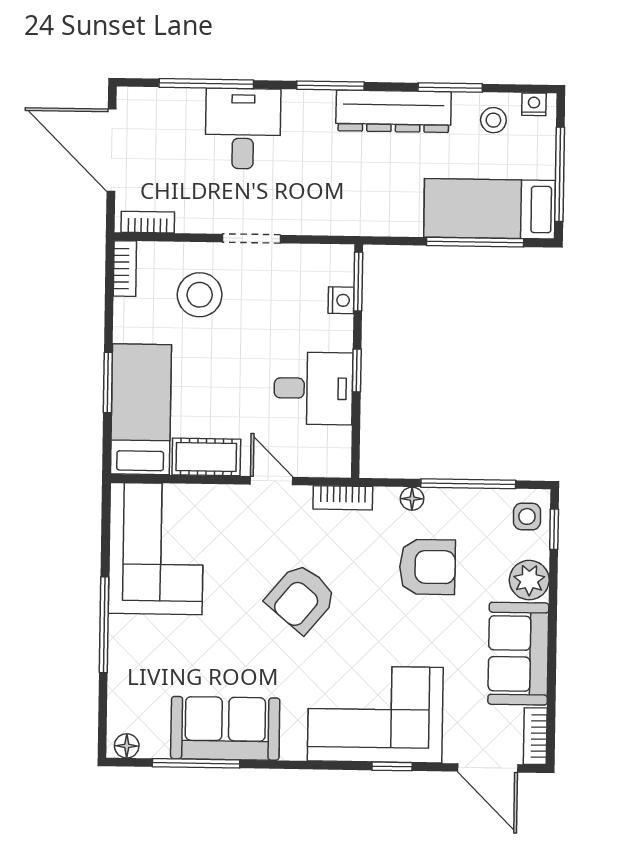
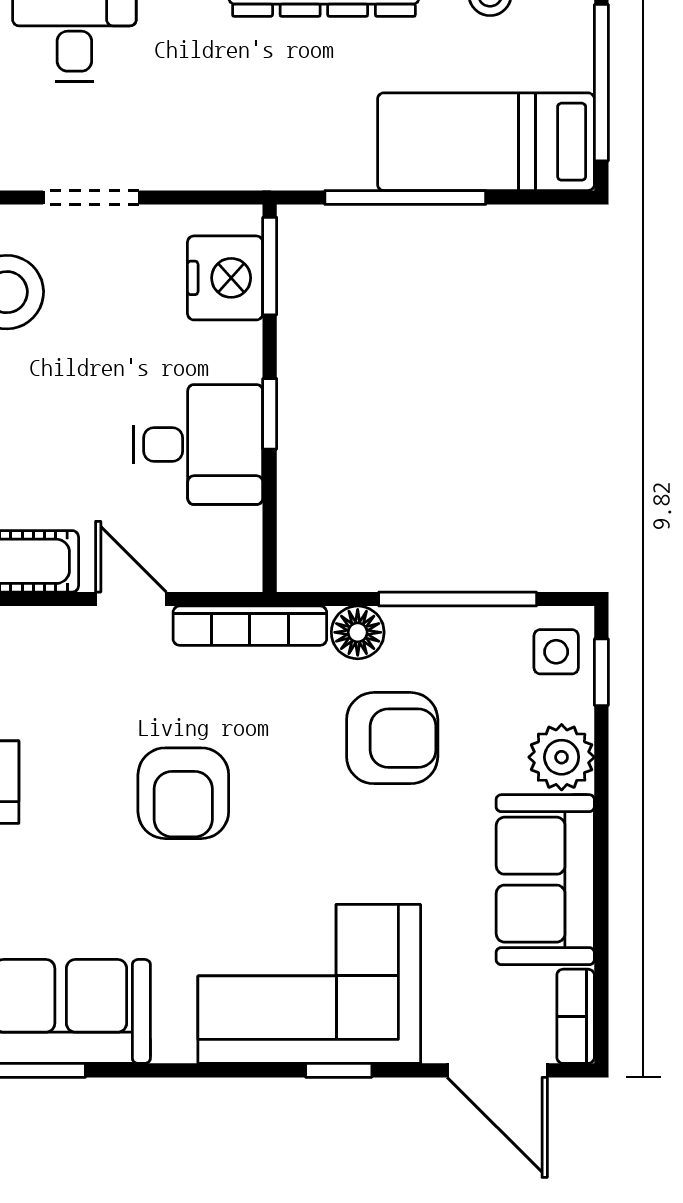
window: (475, 242) -> (405, 197), moved
nightstand: (341, 300) -> (225, 278), width x1.89, depth x1.79
bookcase: (343, 498) -> (250, 626), width x1.56
floor lamp: (412, 499) -> (358, 632), width x1.37, depth x1.37
armchair: (301, 598) -> (183, 793), turned -40

